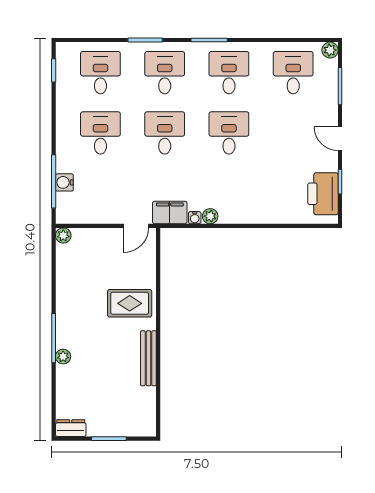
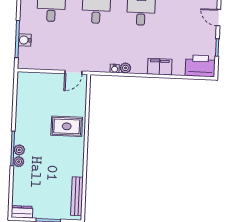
printer: (323, 194) -> (200, 66), moved, turned 90
filing cabinet: (170, 212) -> (160, 67), moved
plant: (63, 235) -> (19, 150), moved
bench: (148, 358) -> (77, 196), moved

